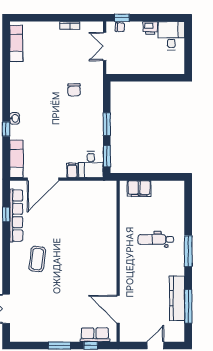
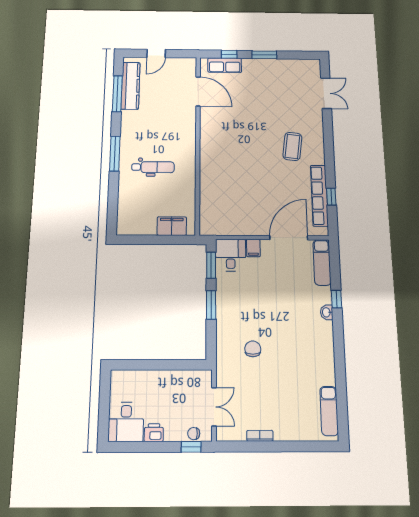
kitchen counter: (177, 298) -> (130, 86), moved

